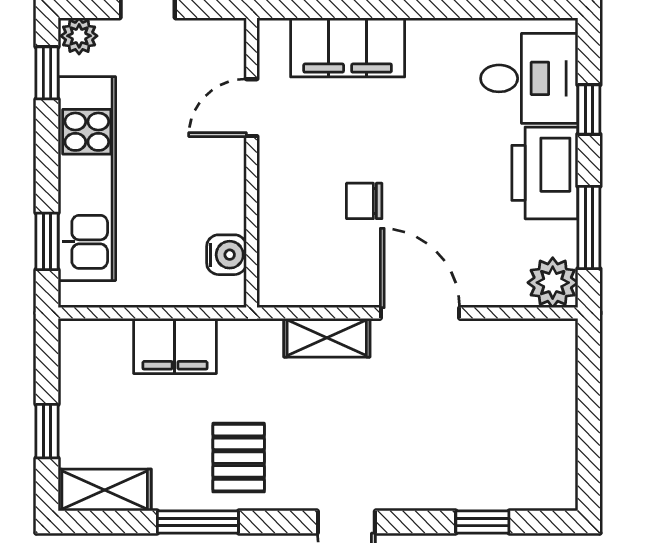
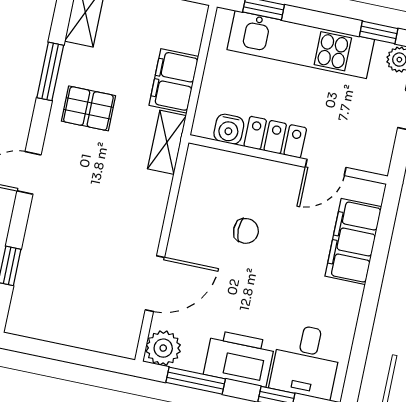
door: (252, 108) -> (326, 167), swing flipped
locker: (224, 187) -> (275, 137), added
chair: (364, 201) -> (246, 231), turned 90
door: (420, 313) -> (155, 284), moved
shelving: (327, 338) -> (167, 142), moved

